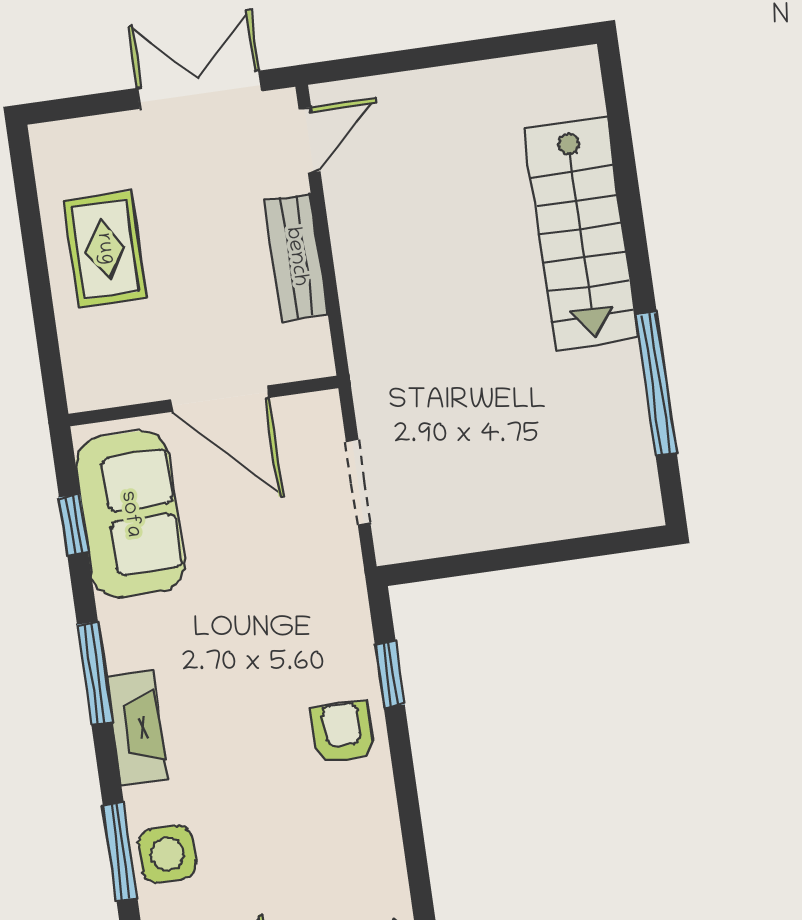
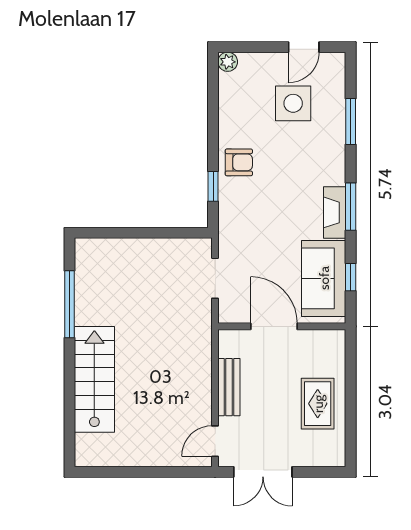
fireplace: (137, 728) -> (335, 212), moved
armchair: (343, 733) -> (239, 162), turned -90
side table: (167, 854) -> (293, 103), moved, width x1.37, depth x1.37

